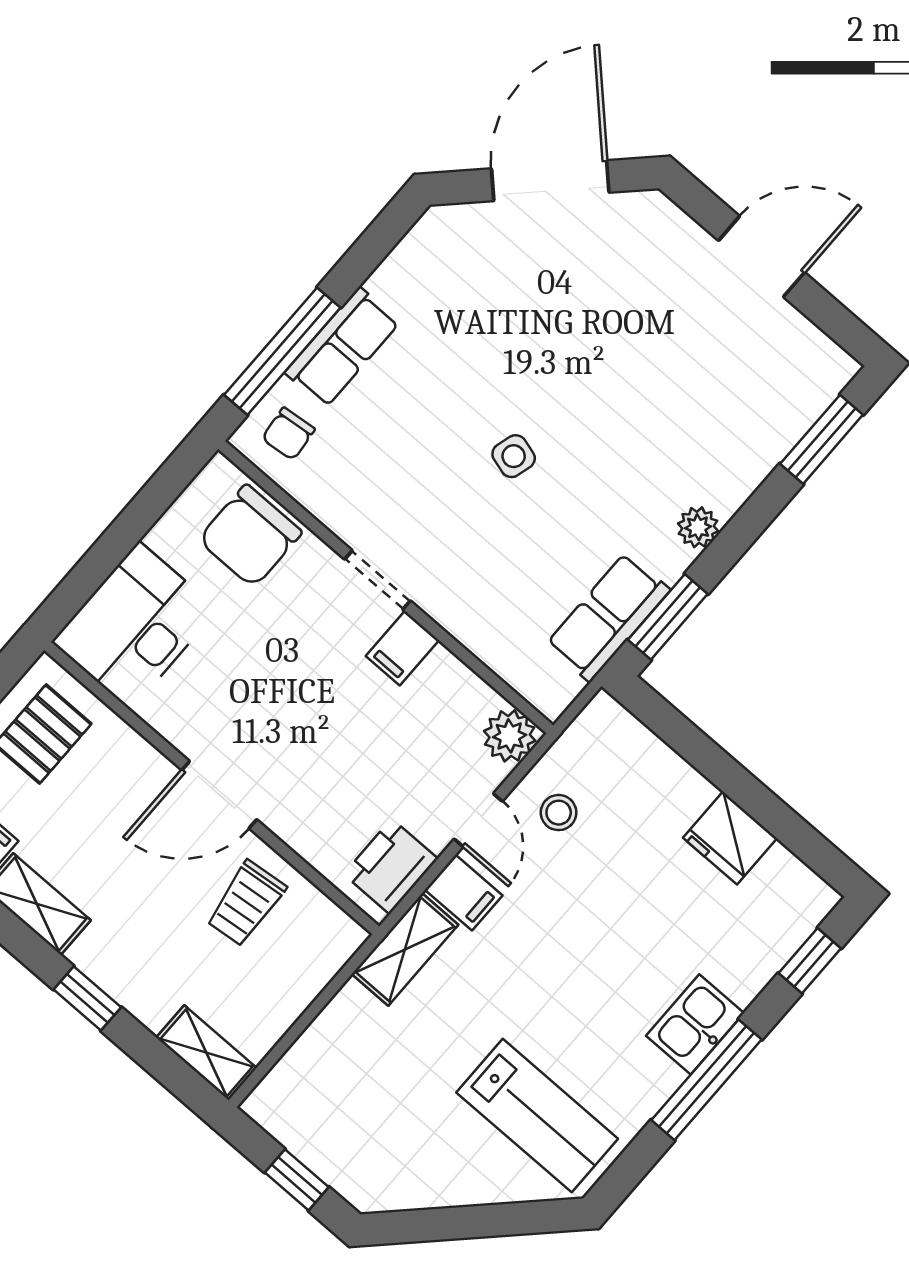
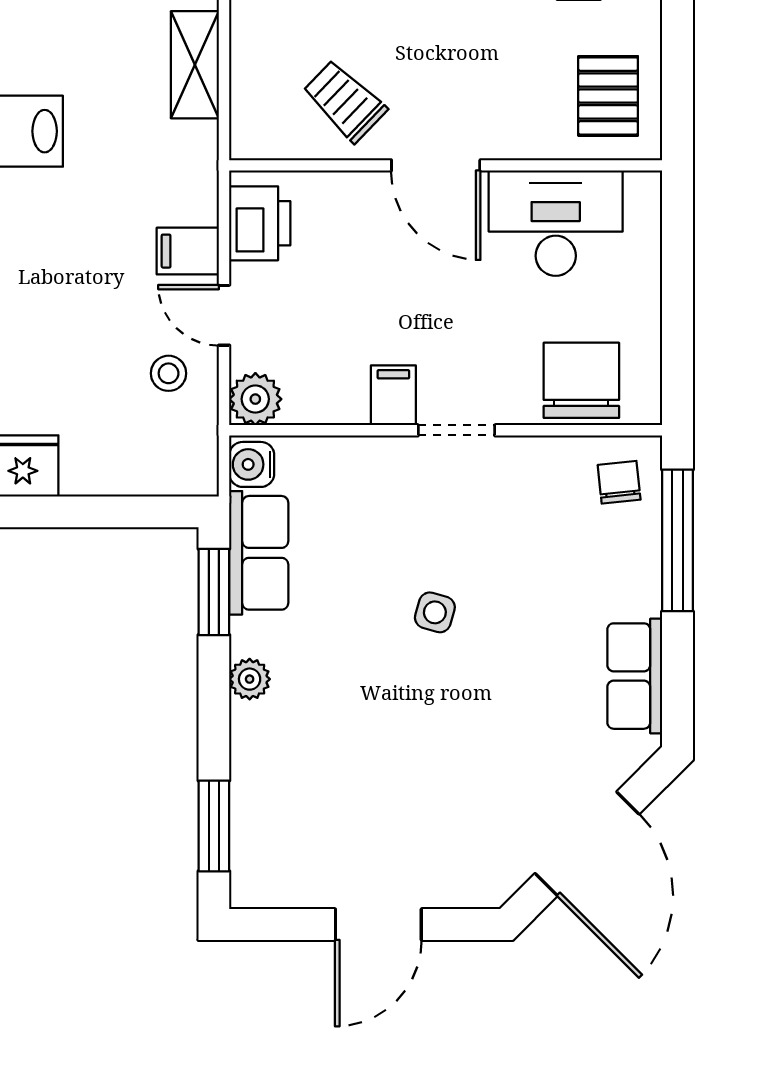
row of seats: (342, 347) -> (635, 676), moved
desk: (135, 626) -> (556, 223), moved, turned -90
water cooler: (555, 689) -> (252, 464), added
door: (219, 795) -> (436, 165), swing flipped
trolley: (246, 903) -> (345, 101), turned -40
shelving: (405, 949) -> (195, 65), moved

